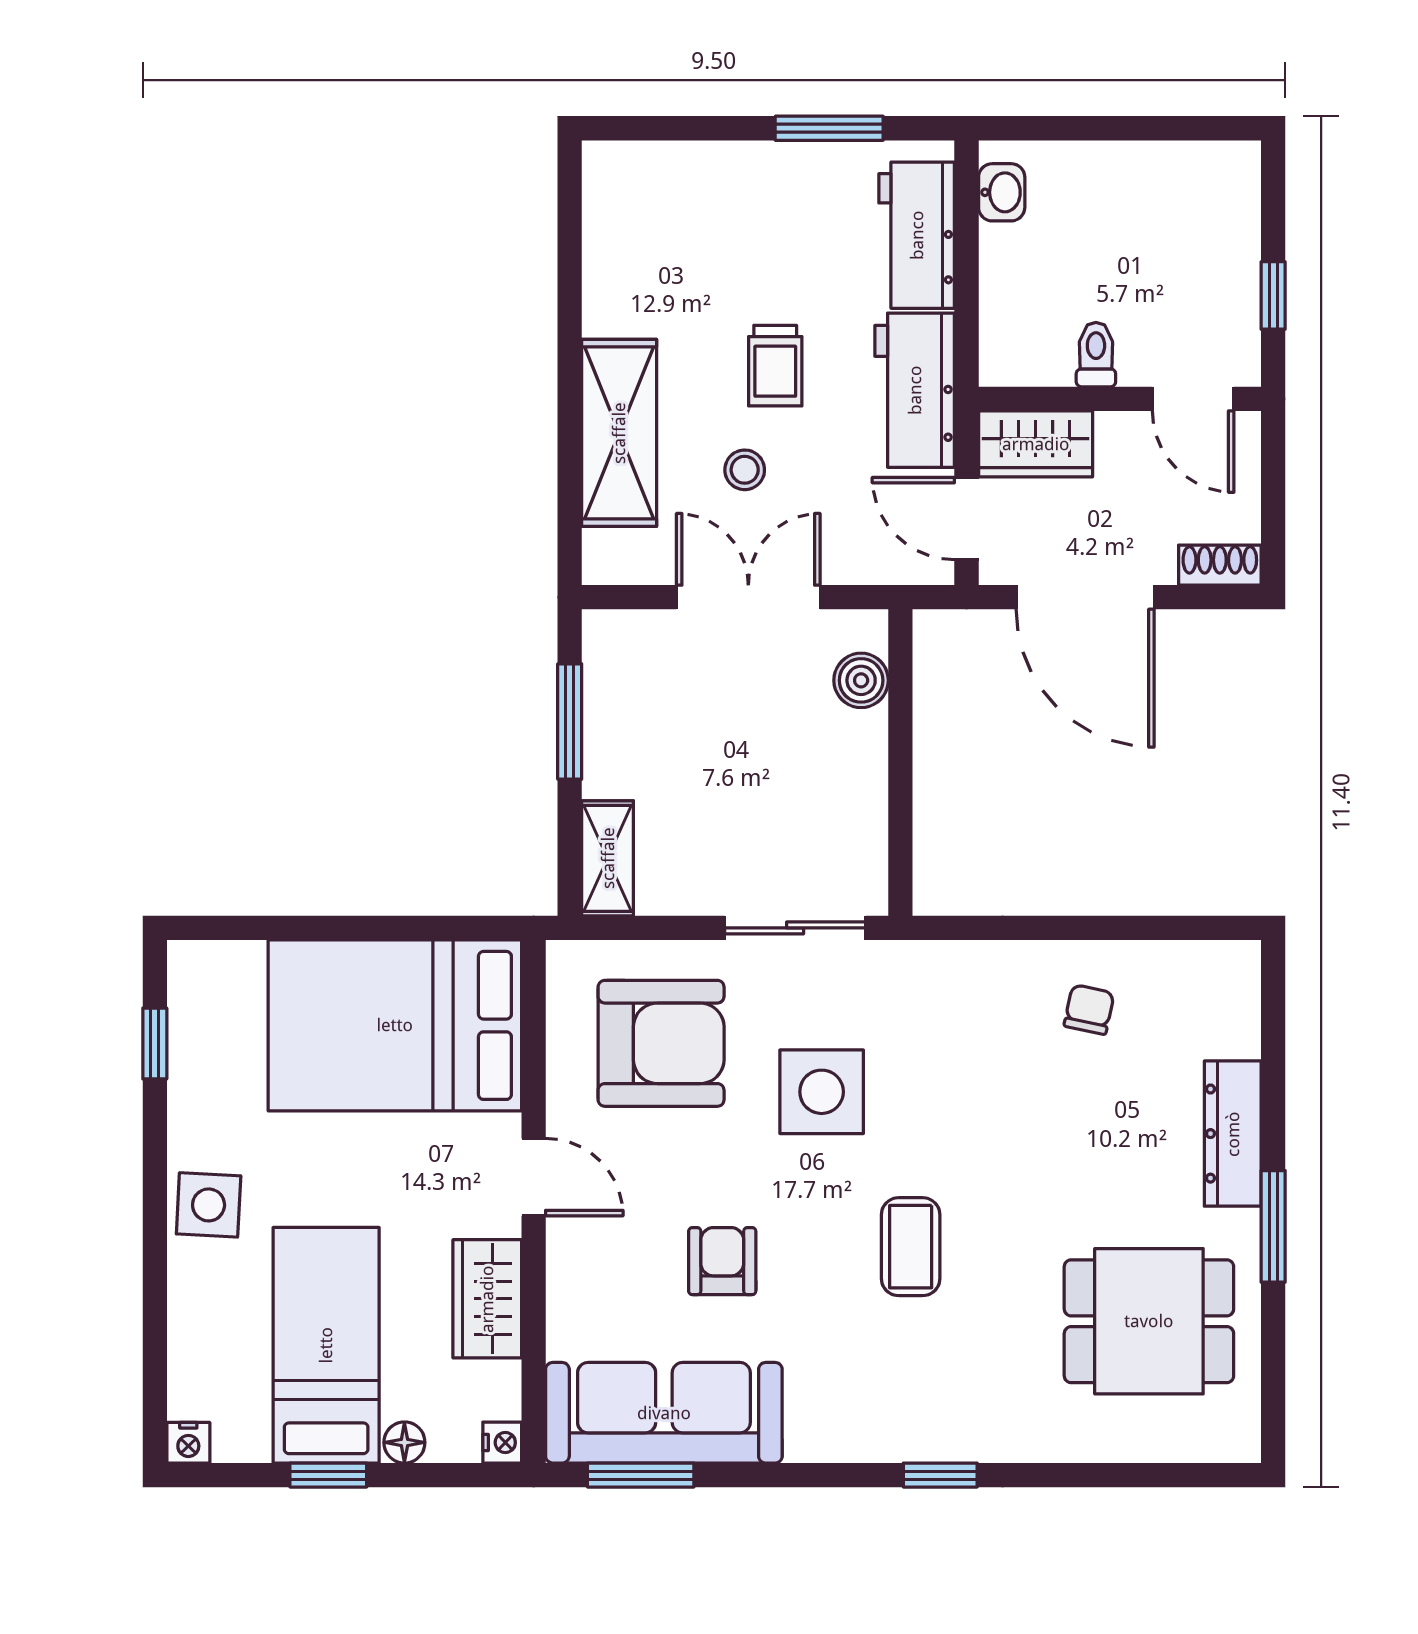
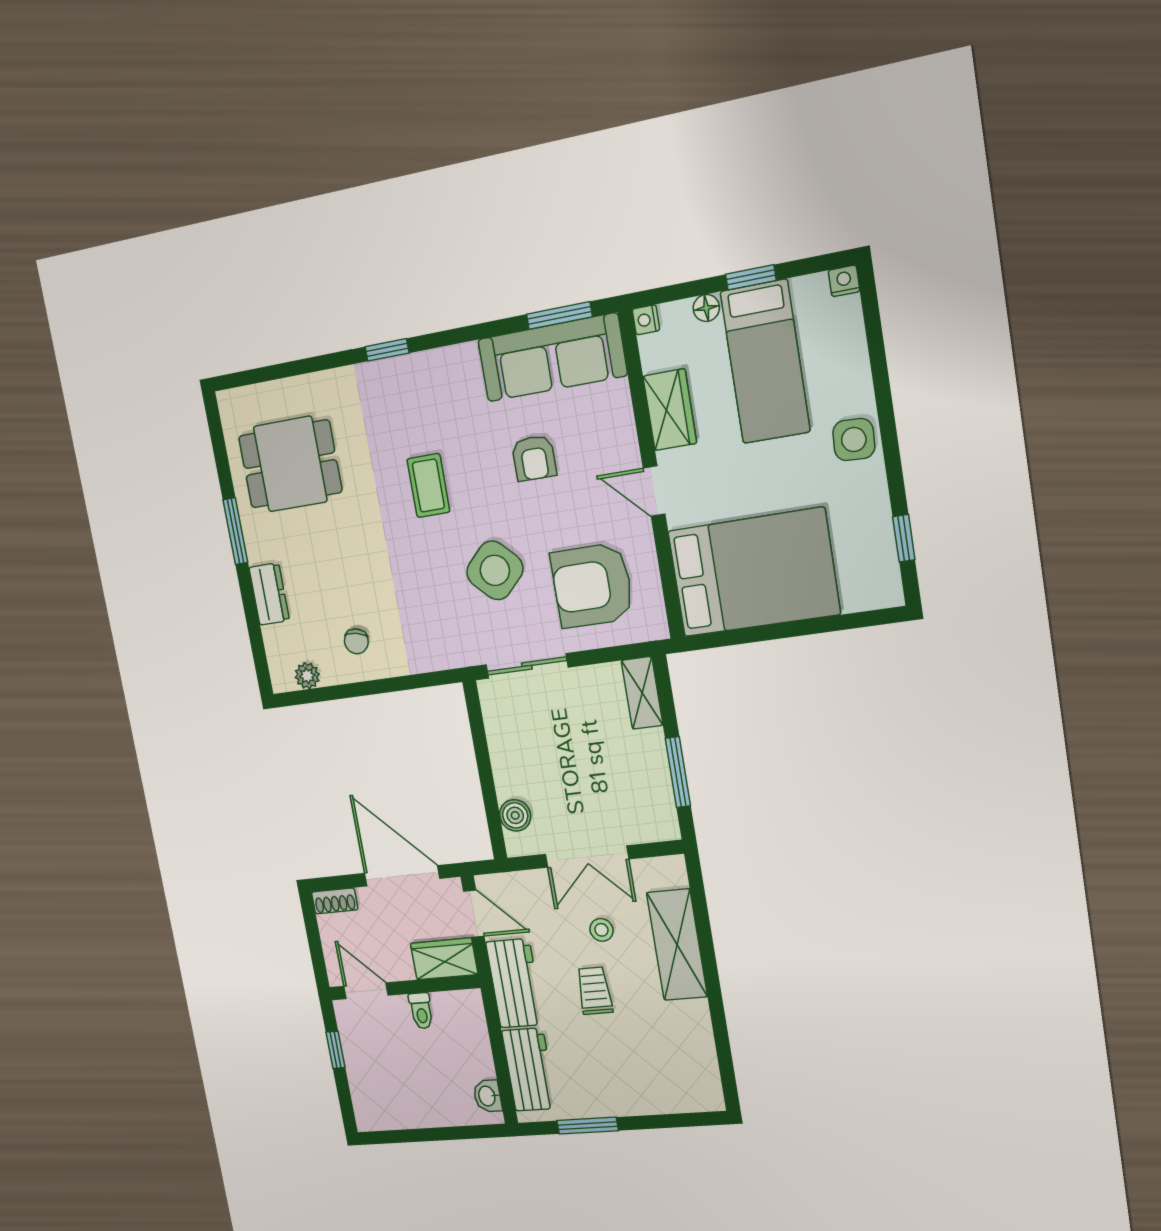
plant: (1191, 963) -> (307, 676), added
side table: (822, 1092) -> (495, 570), turned 45
dresser: (1233, 1134) -> (269, 594), width x0.70

